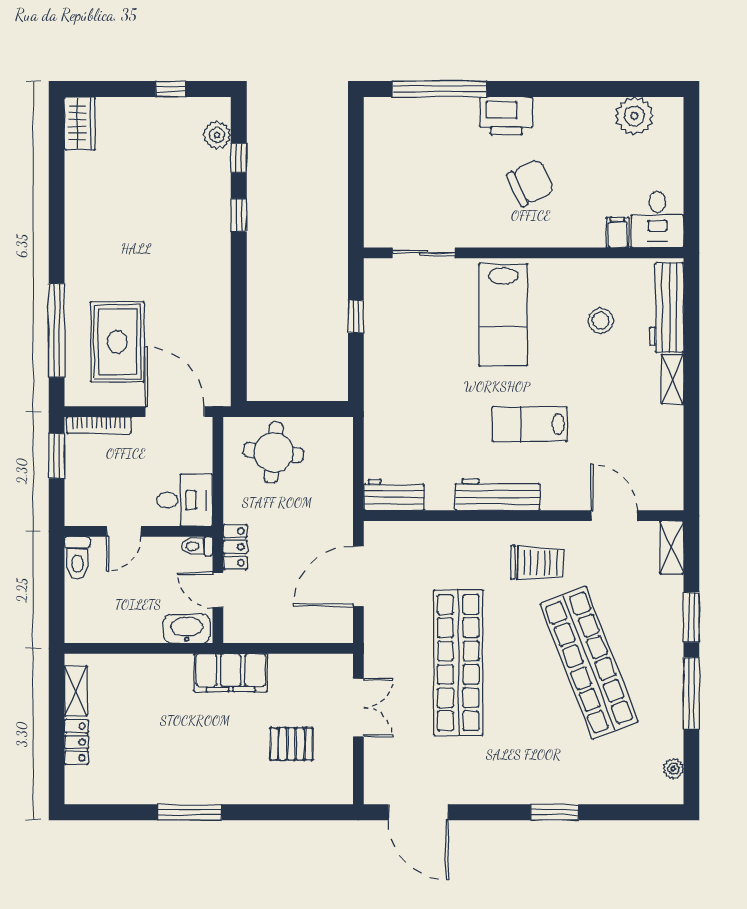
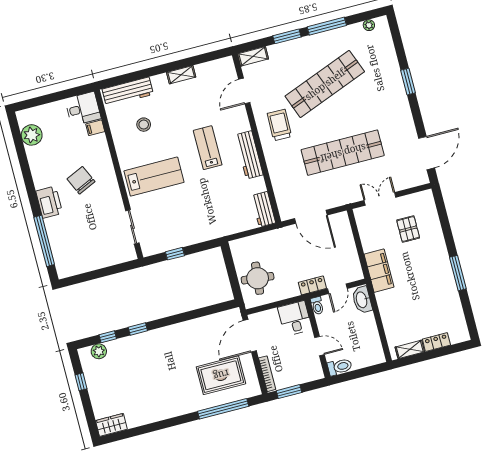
shelving: (672, 379) -> (181, 75), moved
lab bench: (530, 424) -> (208, 148), turned 180

